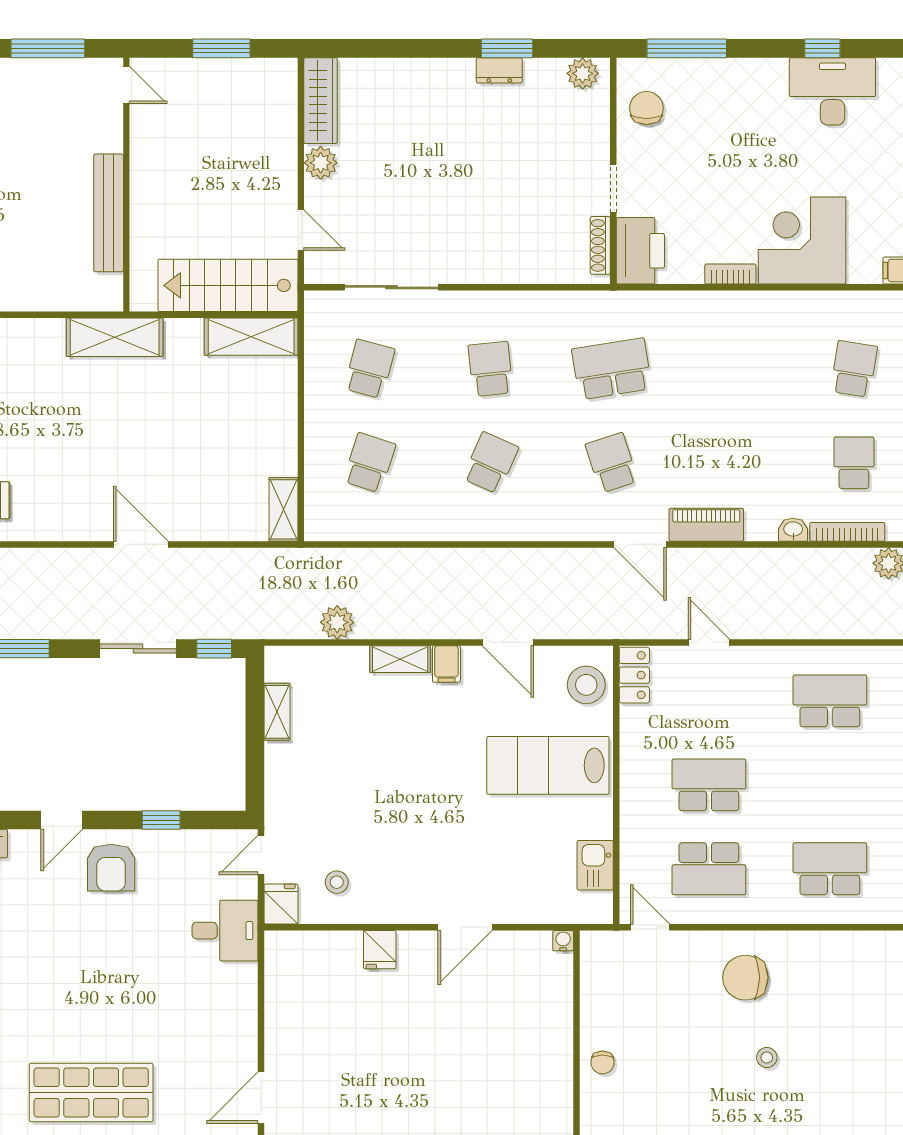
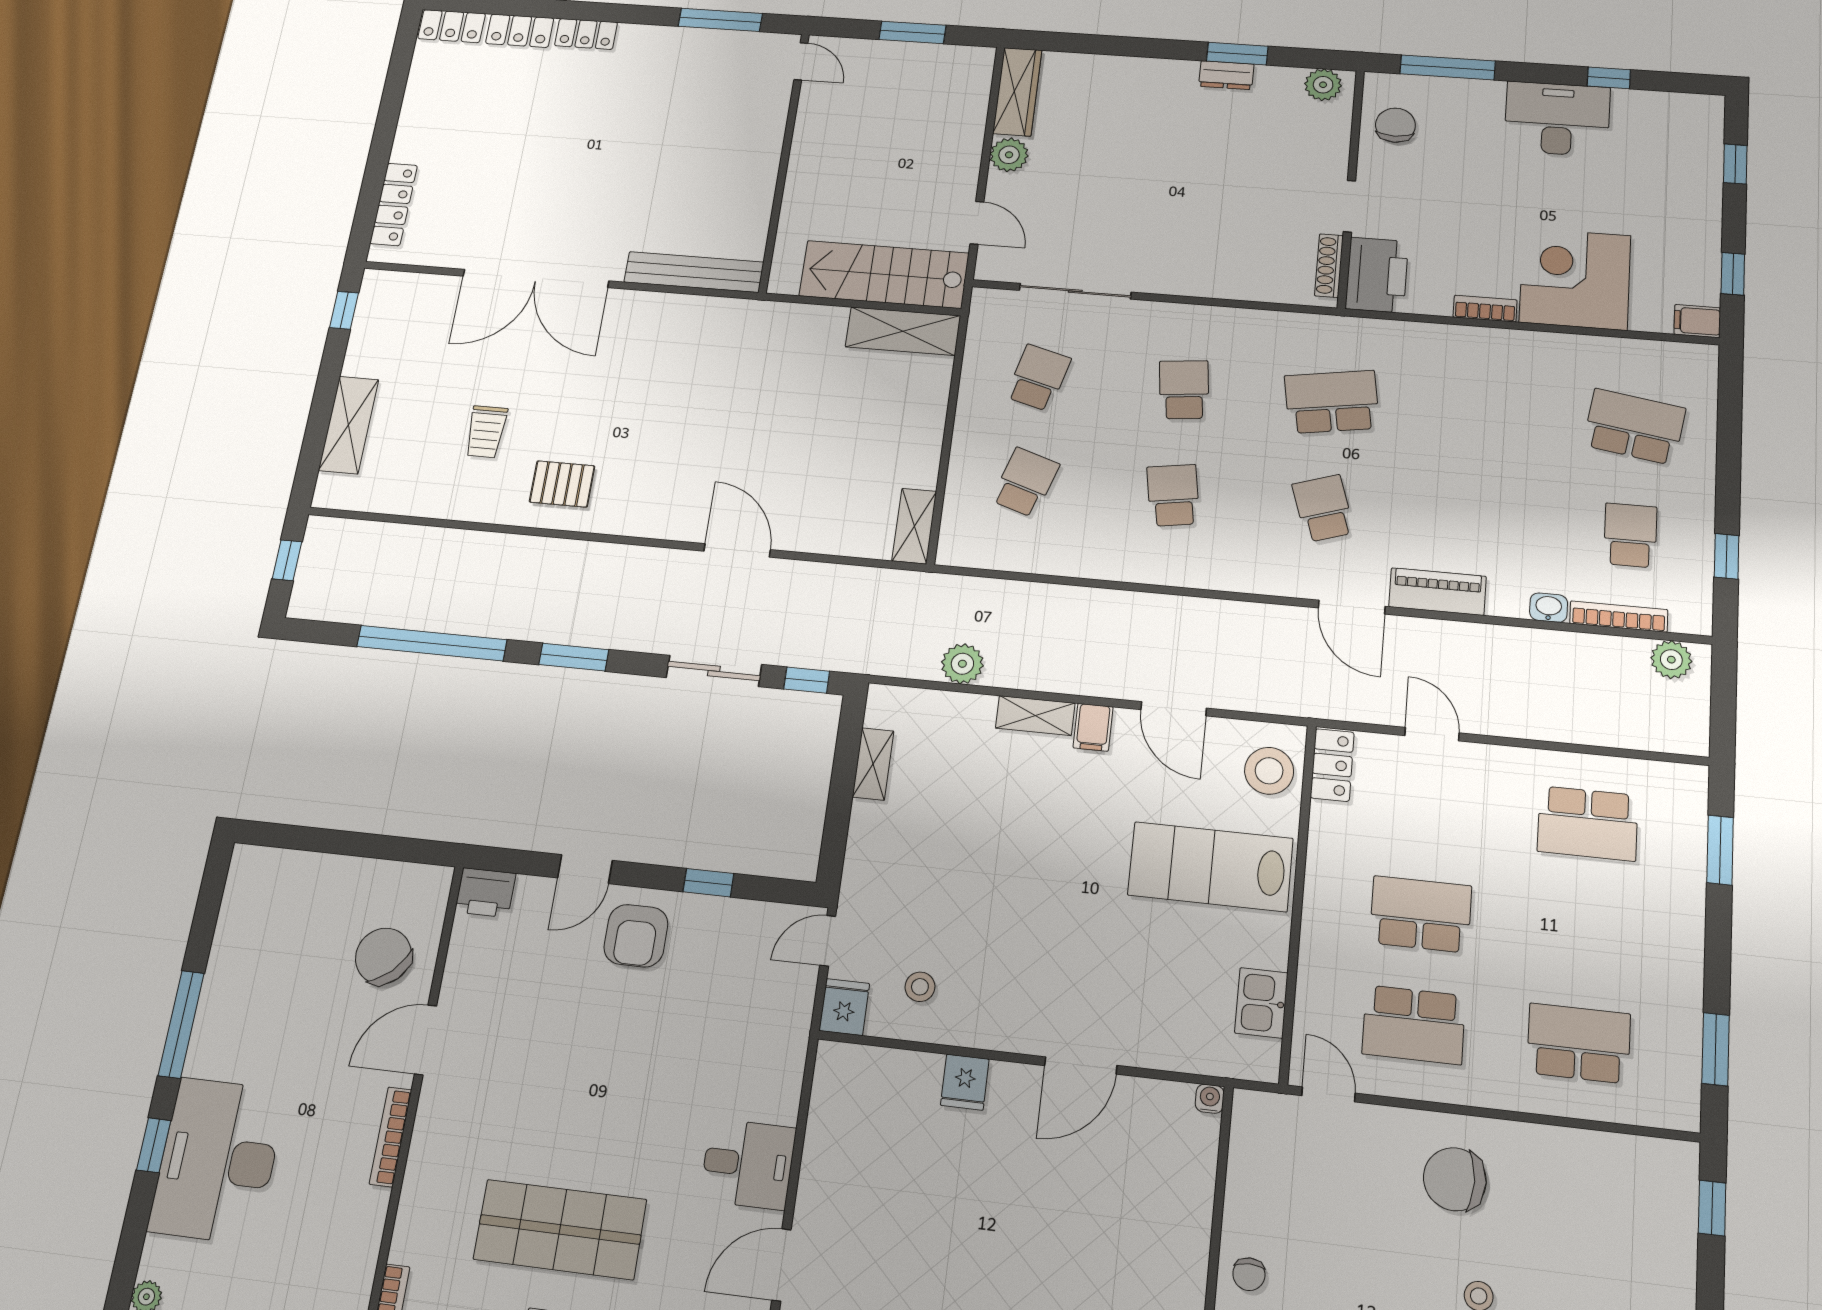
desk: (832, 91) -> (1557, 119), moved
bench: (109, 213) -> (694, 272), moved, turned 90
shelving: (115, 337) -> (744, 319), removed
school desk: (854, 369) -> (1634, 427), width x1.85
school desk: (491, 463) -> (1173, 495), turned -33
school desk: (830, 701) -> (1588, 823), turned 180
desk: (225, 931) -> (748, 1164), moved

